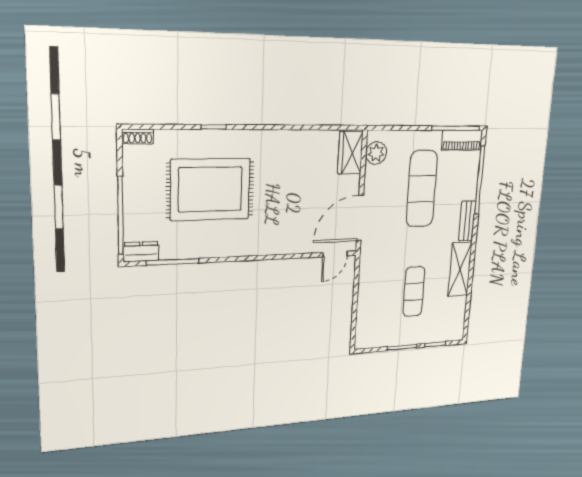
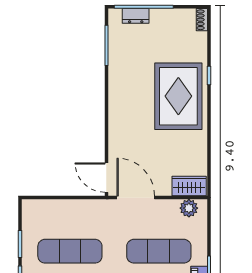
rug: (210, 189) -> (178, 96), moved
dresser: (141, 252) -> (136, 16), moved, turned 90
door: (335, 254) -> (106, 178), width x1.38
exercise mat: (414, 292) -> (70, 251), width x1.36, depth x1.45

